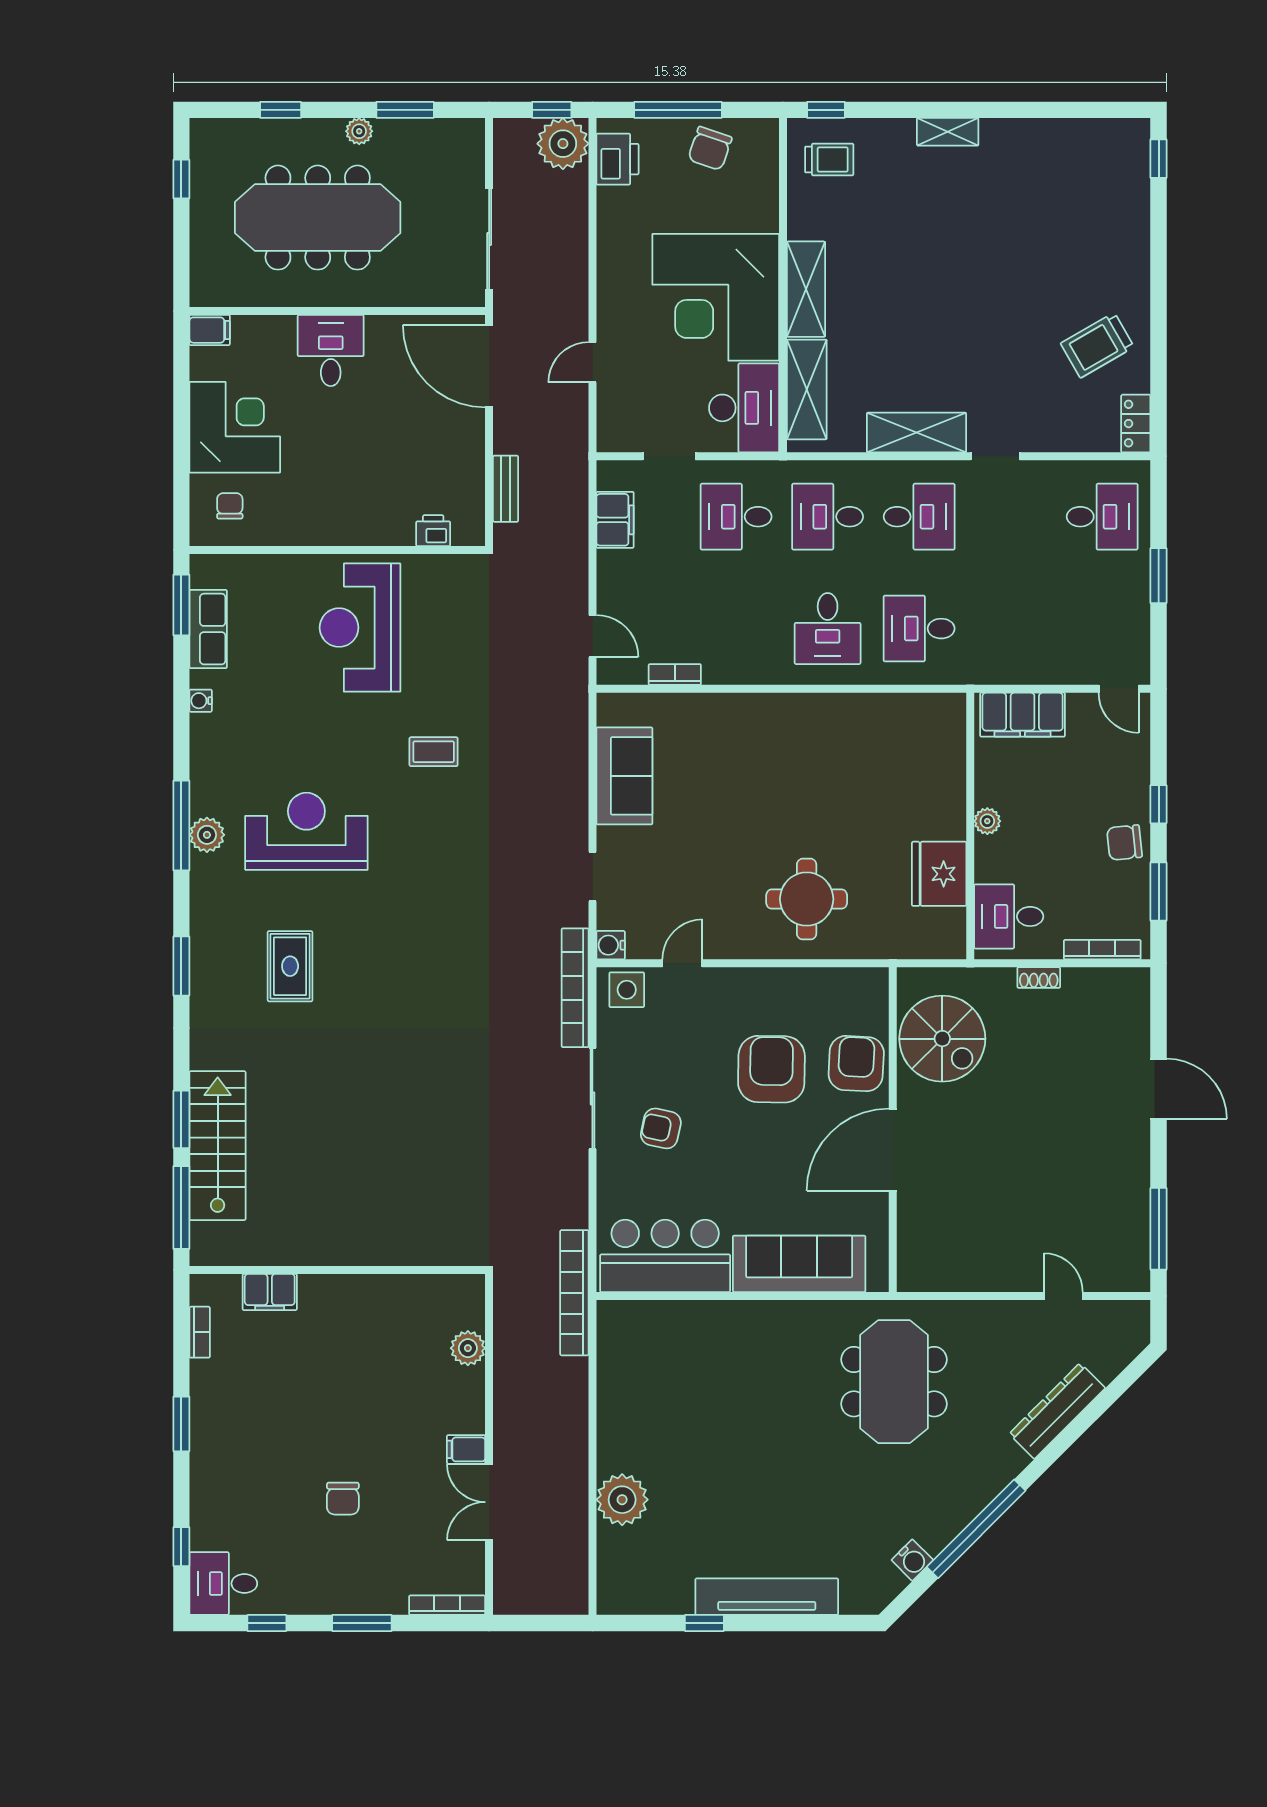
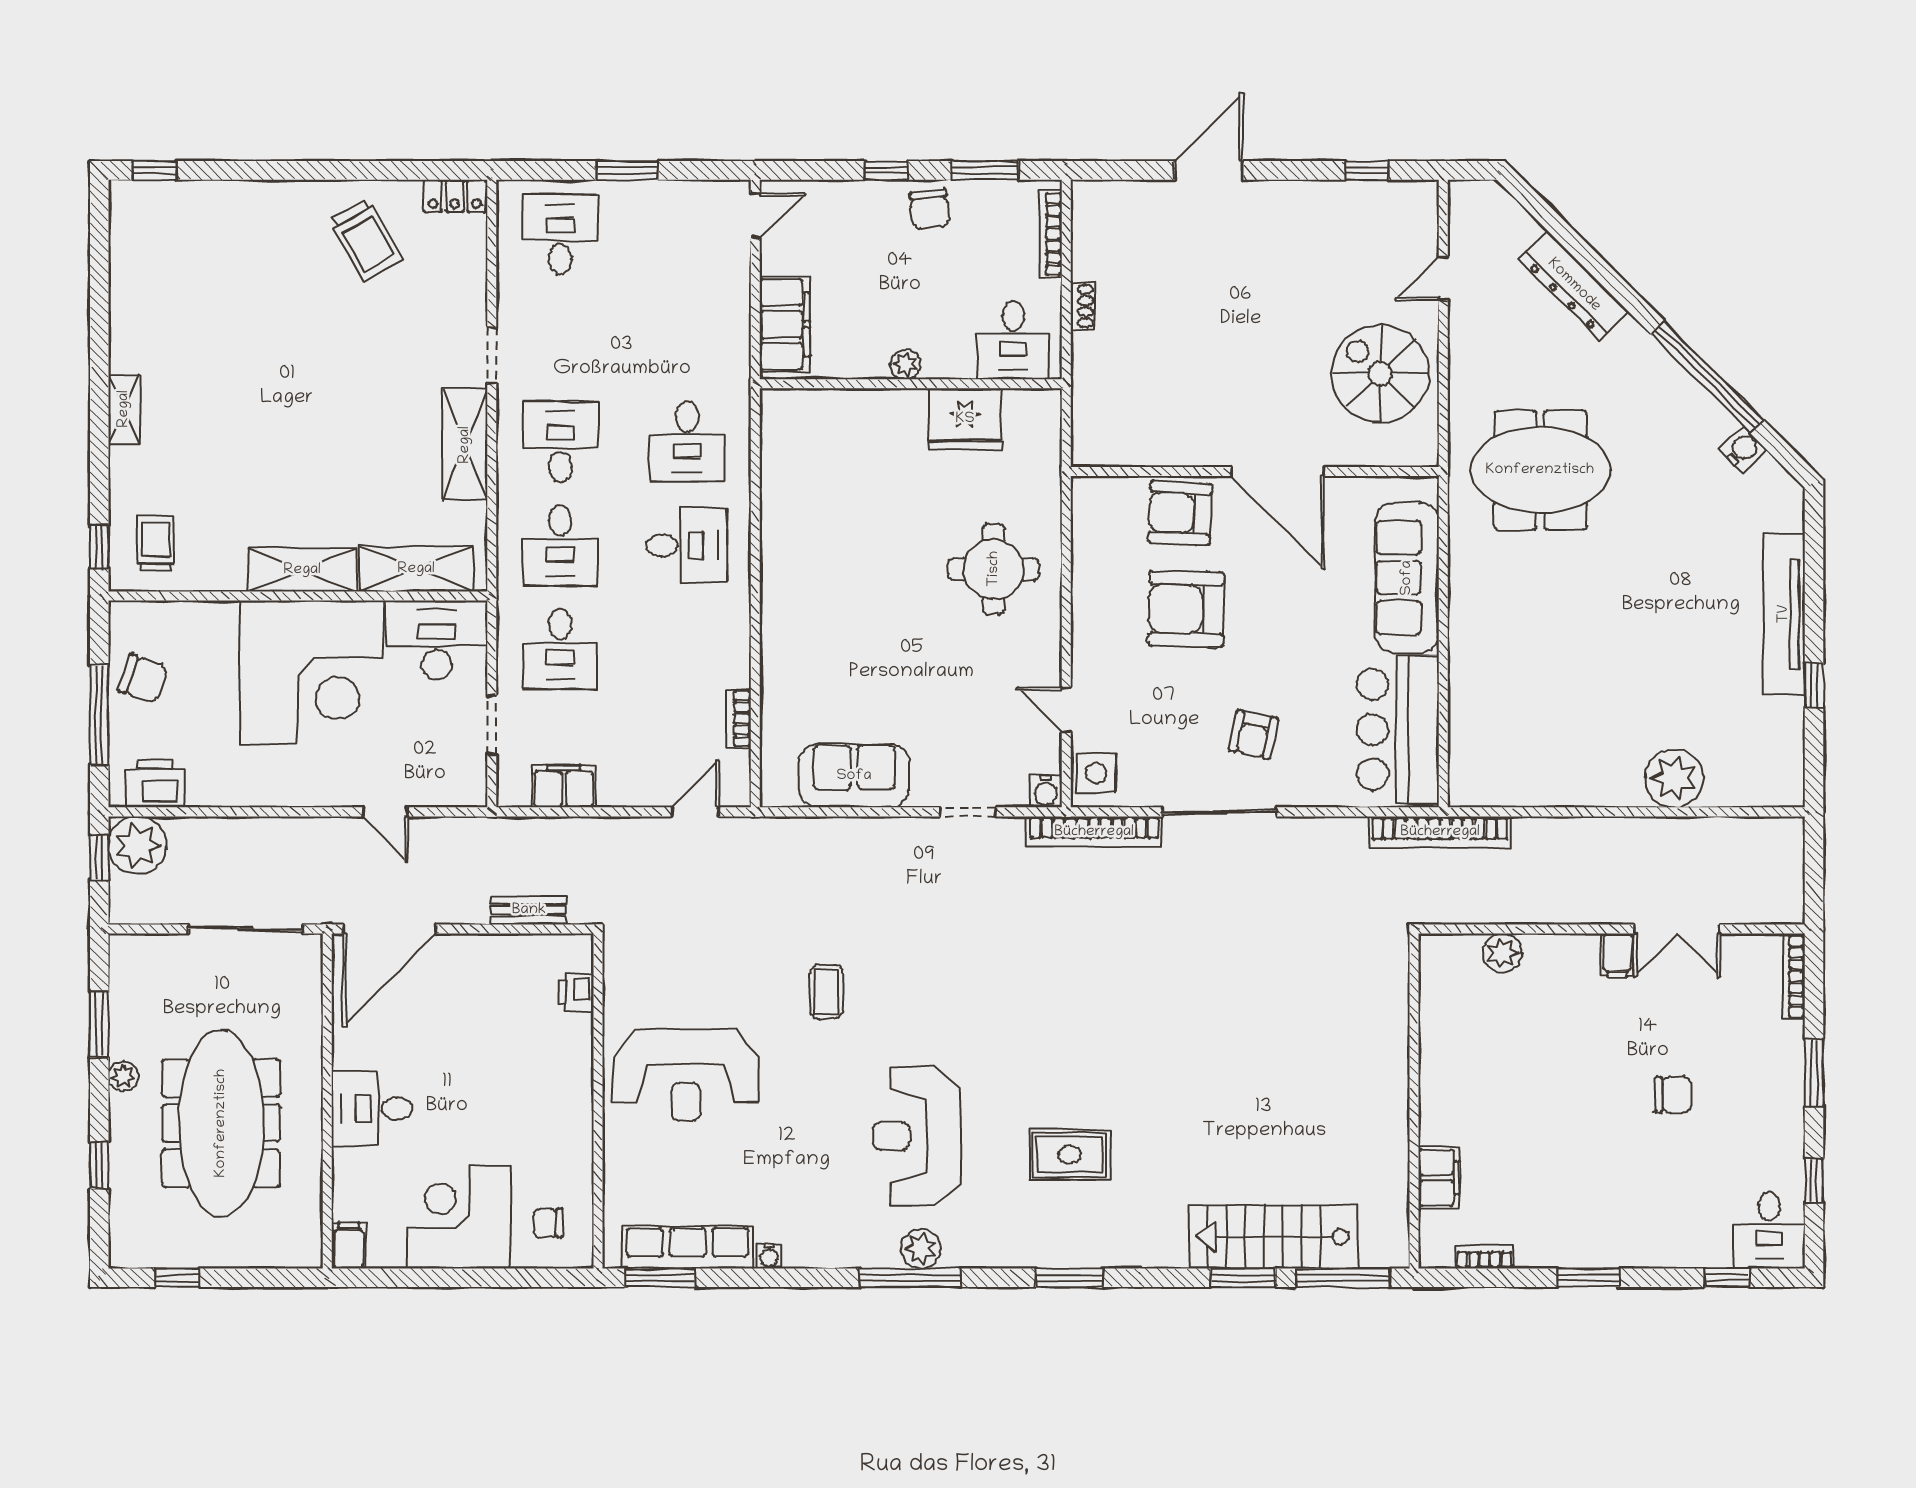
row of seats: (208, 629) -> (688, 1247), width x1.48
spiral stairs: (942, 1039) -> (1380, 374), moved, turned -90
window: (1159, 1229) -> (1367, 170), width x0.46

